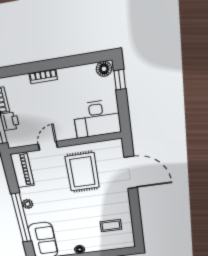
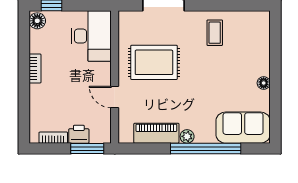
bookcase: (43, 76) -> (35, 68), moved
piano: (22, 170) -> (156, 133), moved
coffee table: (111, 226) -> (215, 33), moved

